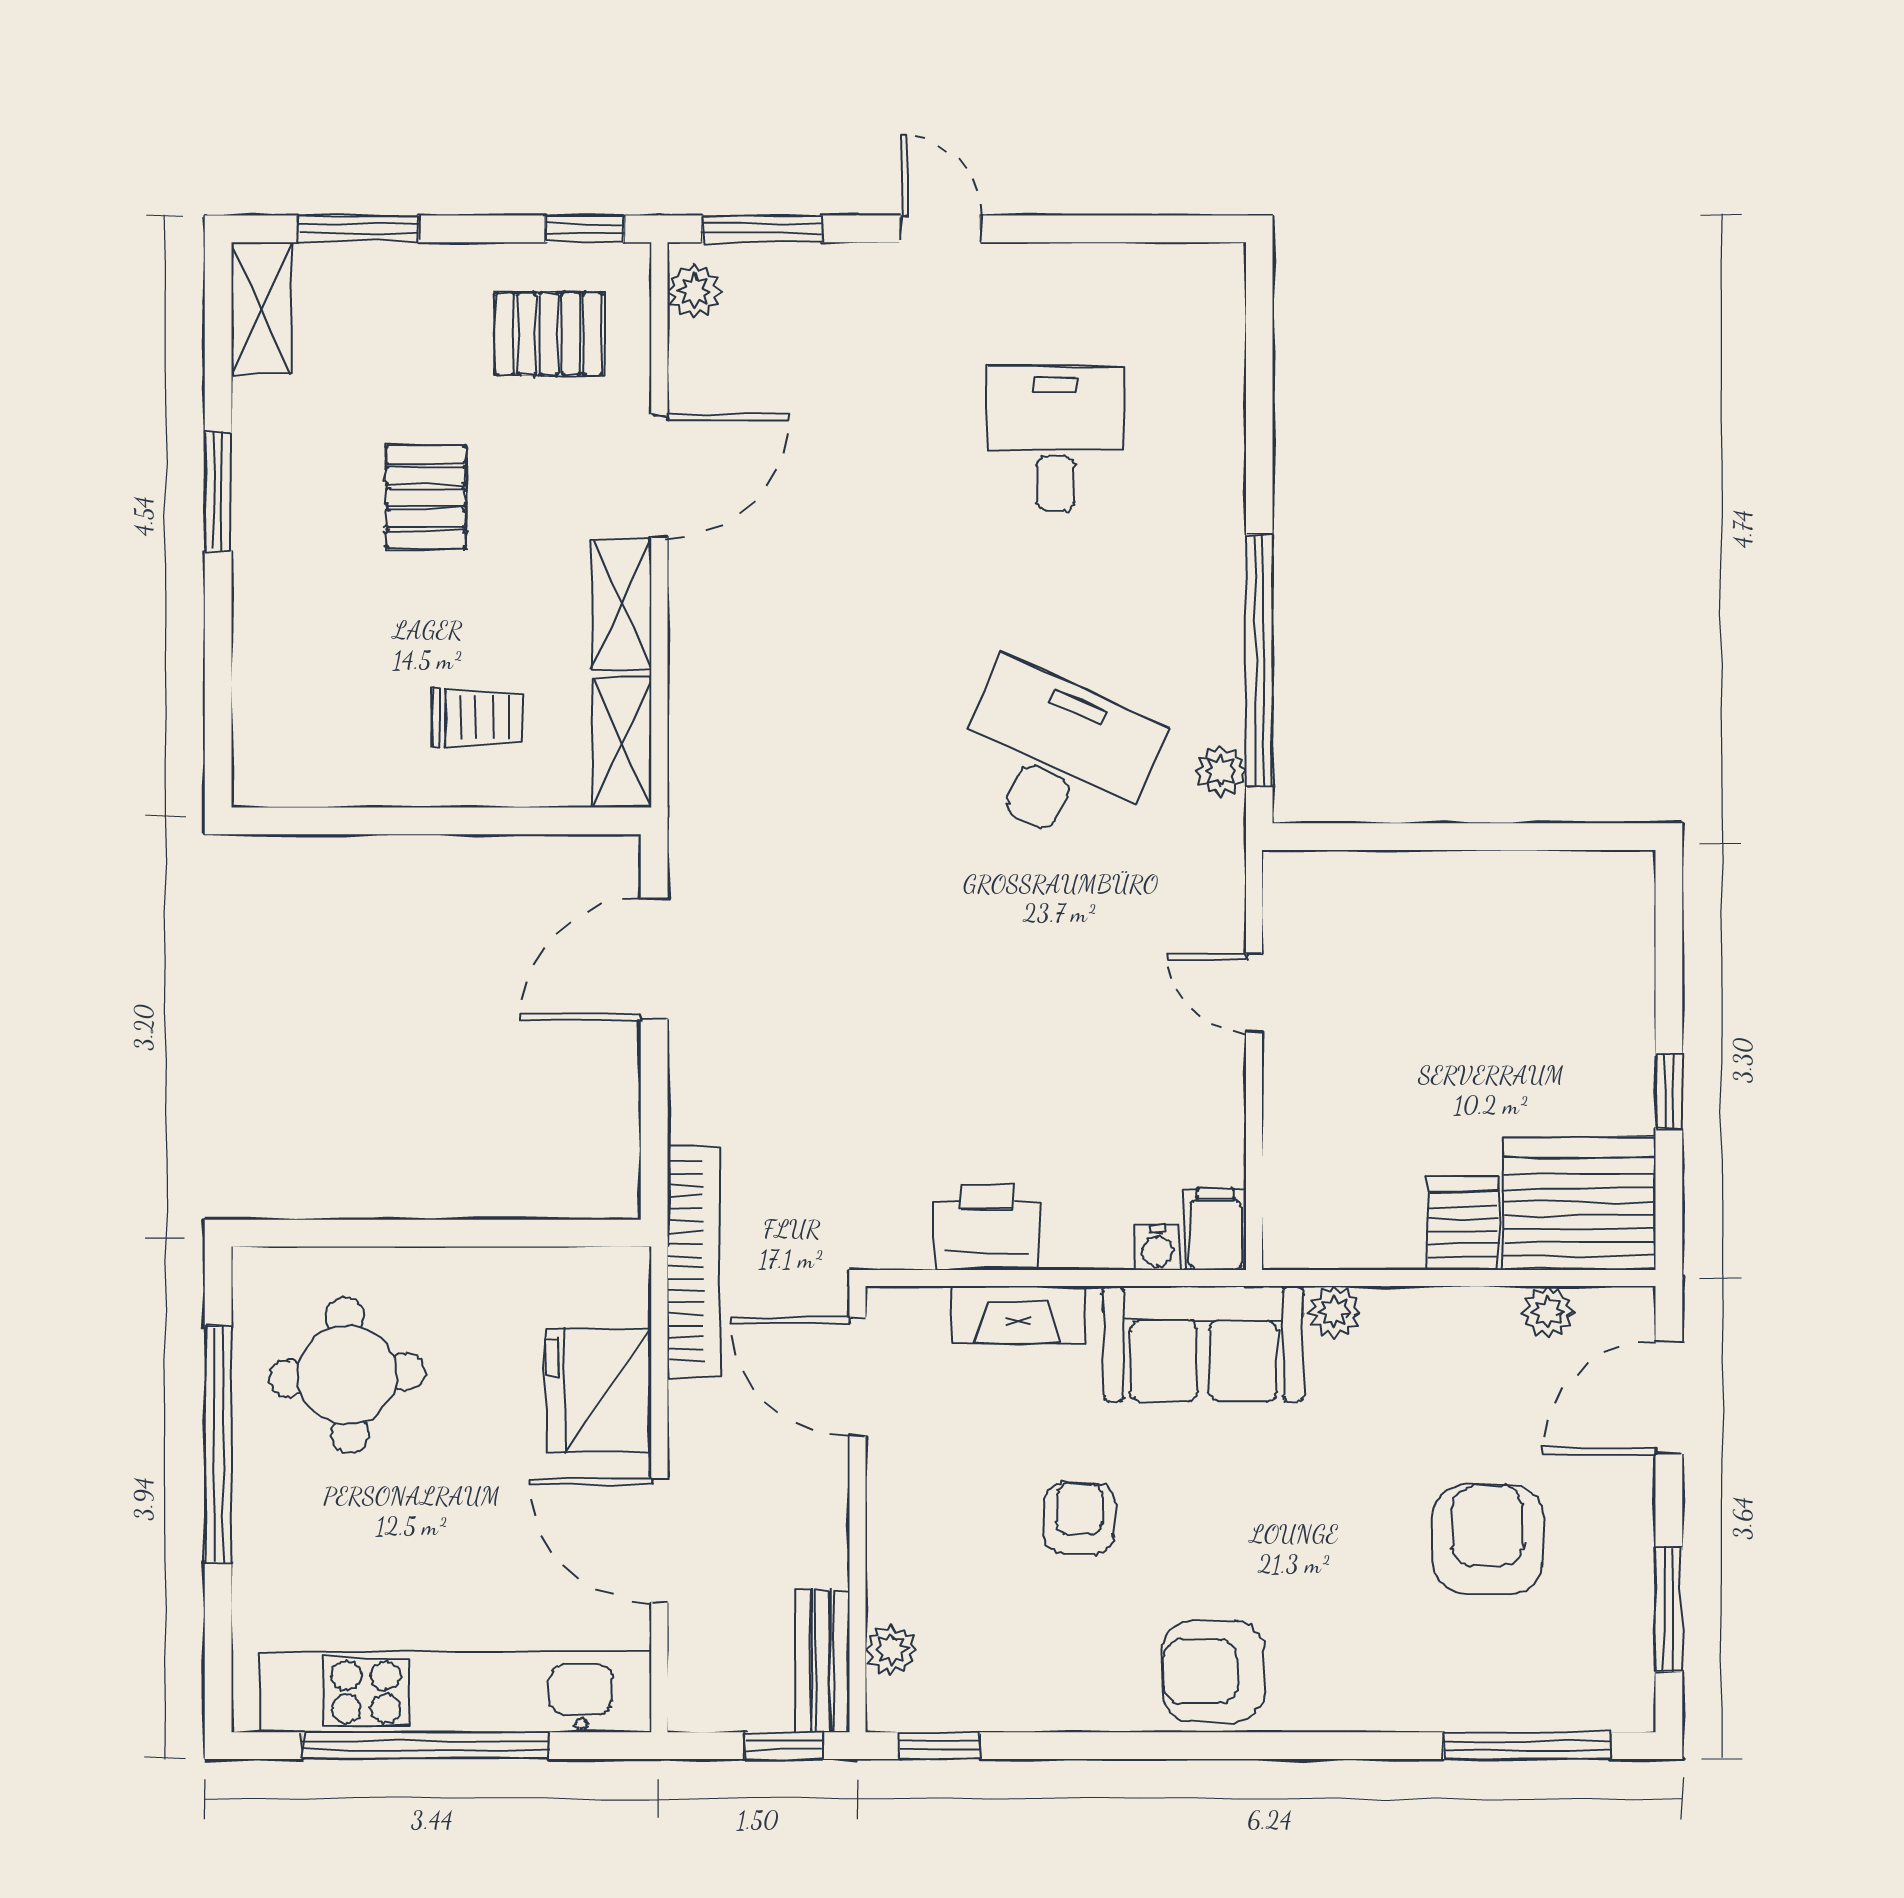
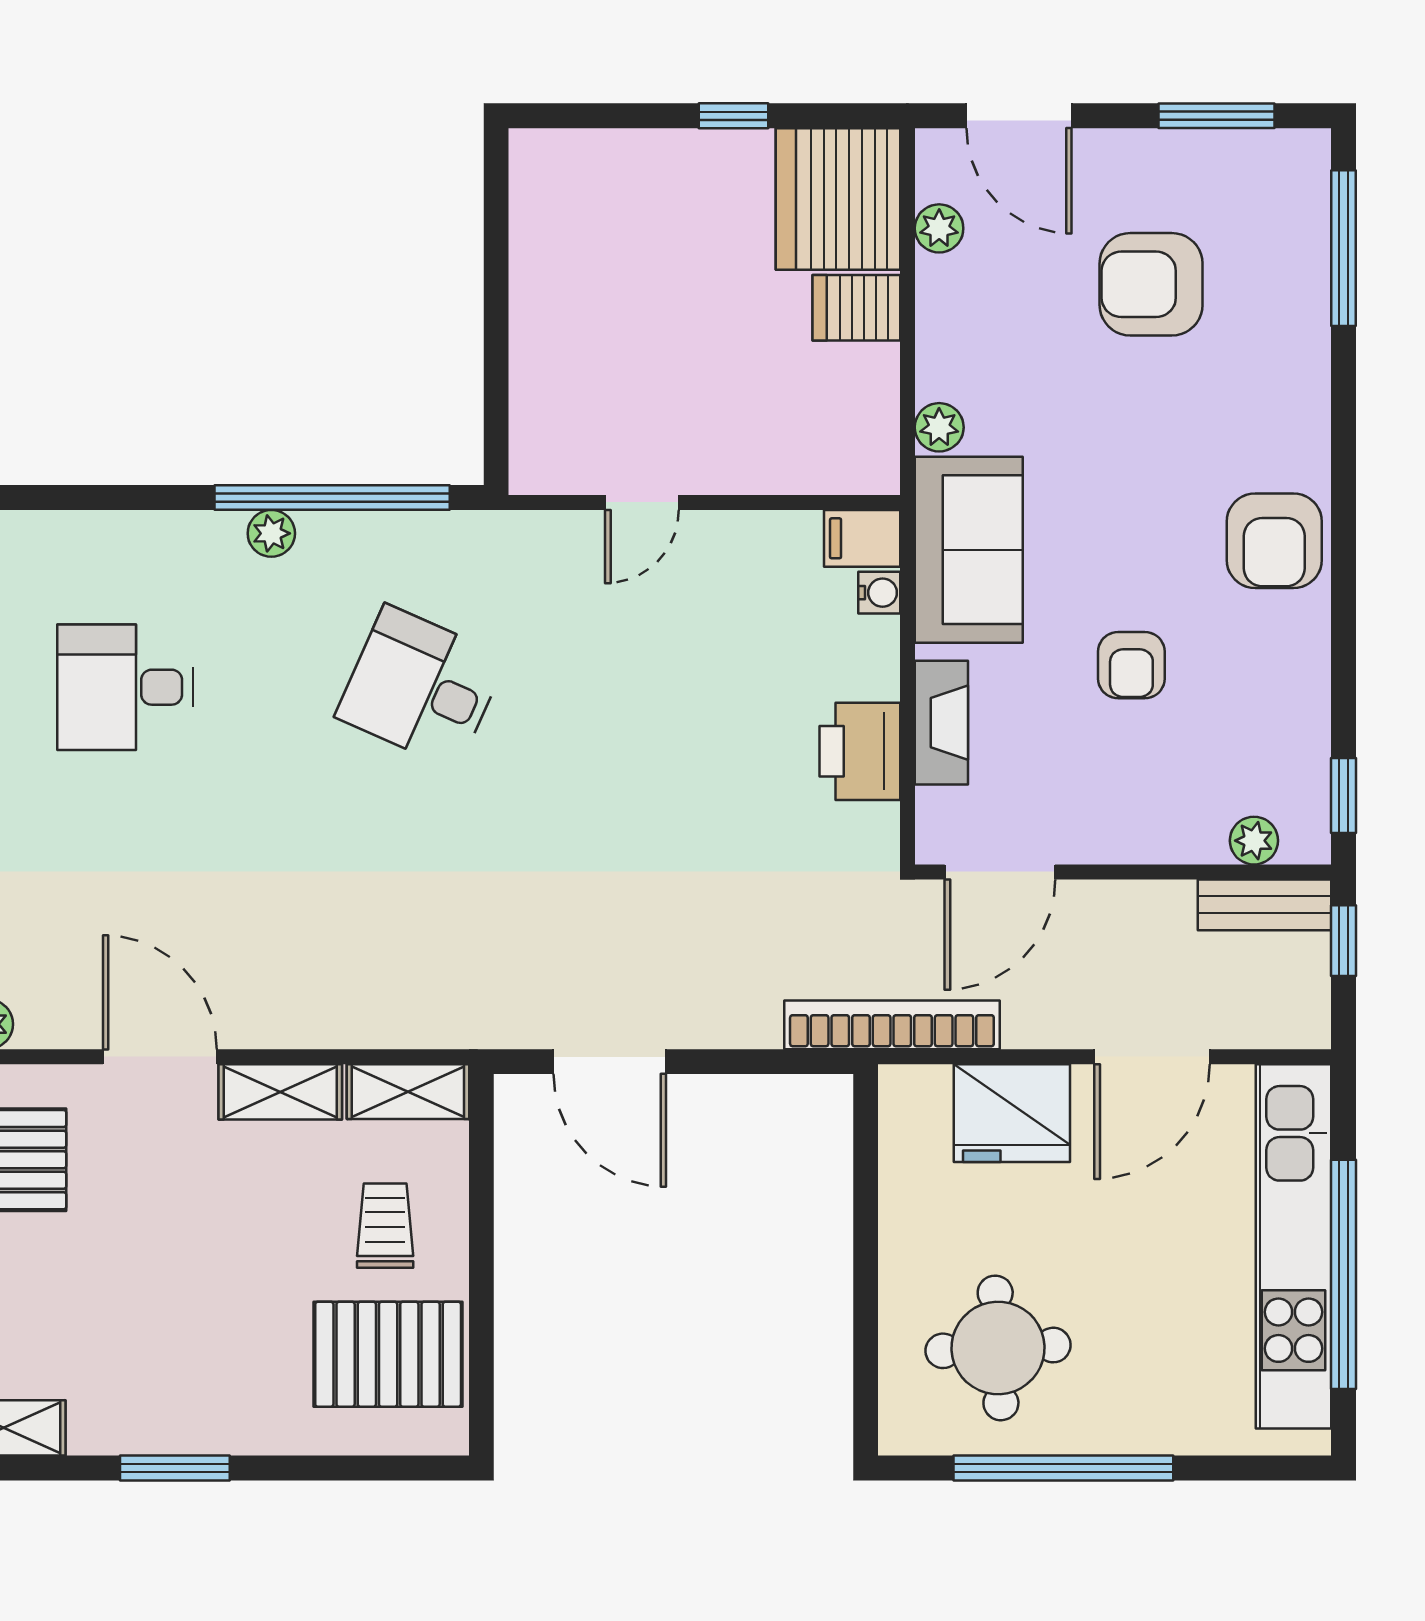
pallet: (426, 497) -> (388, 1354), moved, width x1.50, depth x1.42
desk: (1056, 756) -> (421, 687), width x0.73
plant: (1221, 771) -> (271, 533), moved
armchair: (1079, 1518) -> (1131, 665), turned -92

